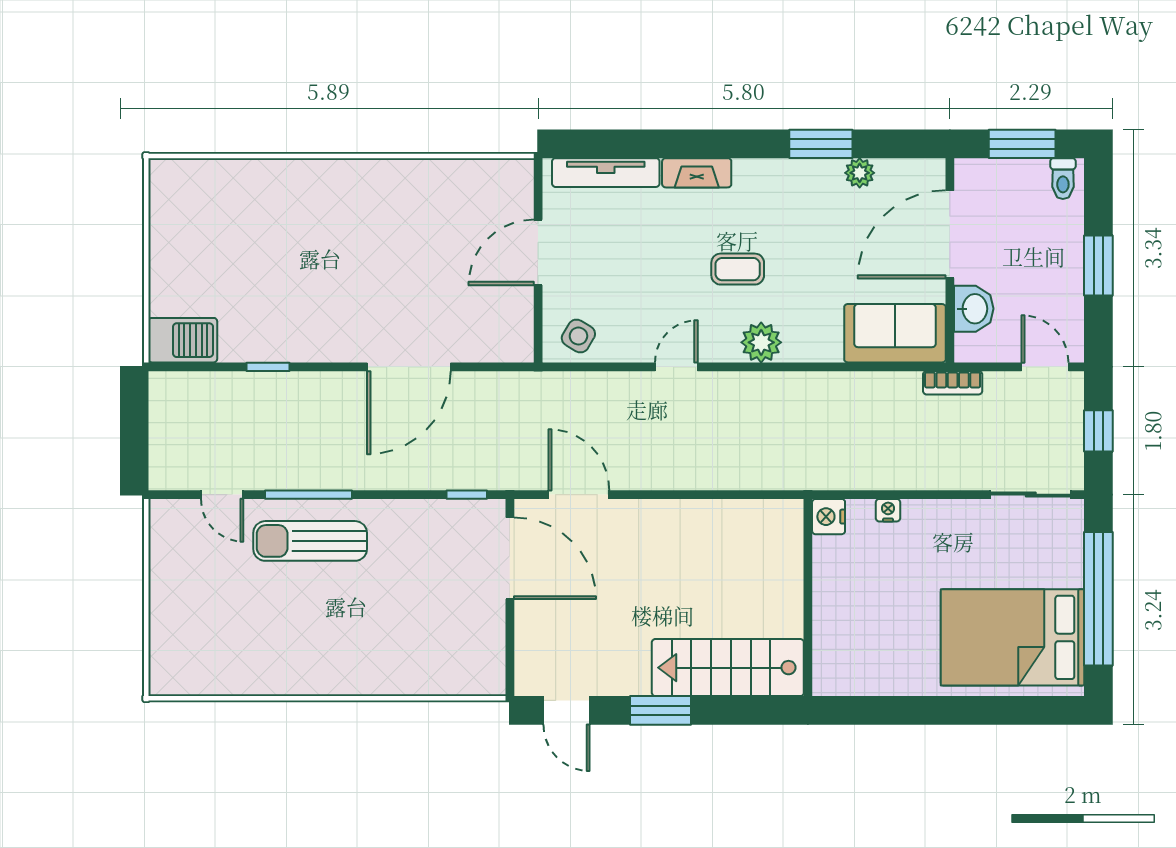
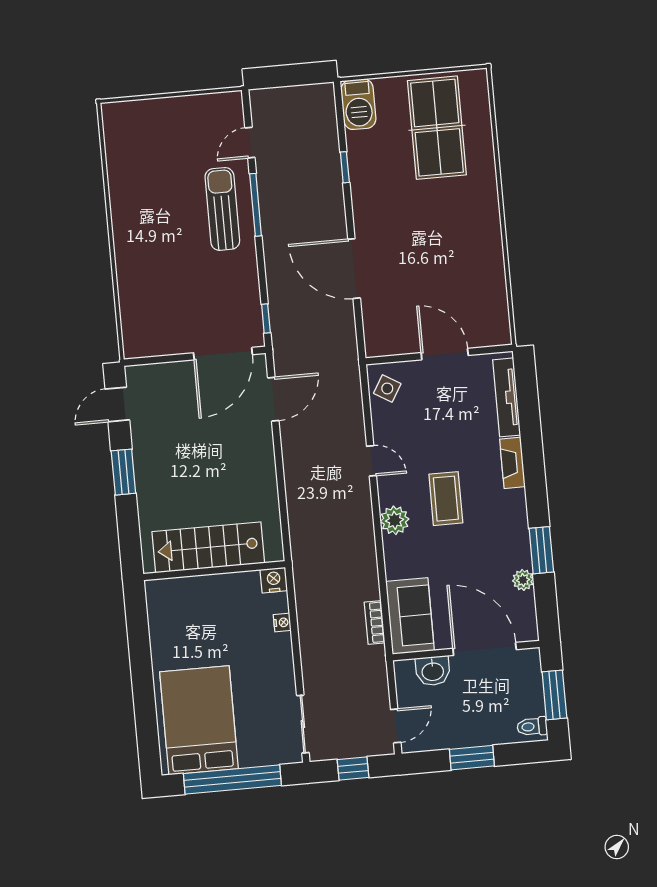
table tennis table: (225, 235) -> (437, 128), added
coffee table: (738, 269) -> (446, 499), width x1.36, depth x1.30
bookcase: (953, 383) -> (375, 622), moved
stairs: (728, 668) -> (208, 547), moved, turned -90

